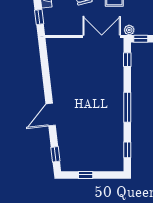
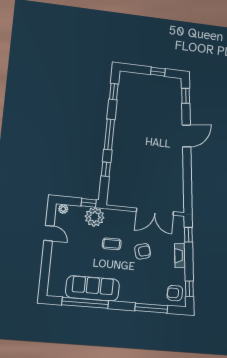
plant: (129, 30) -> (95, 217), width x1.88, depth x1.88
double door: (102, 37) -> (155, 212), moved
window: (127, 60) -> (106, 169), moved

